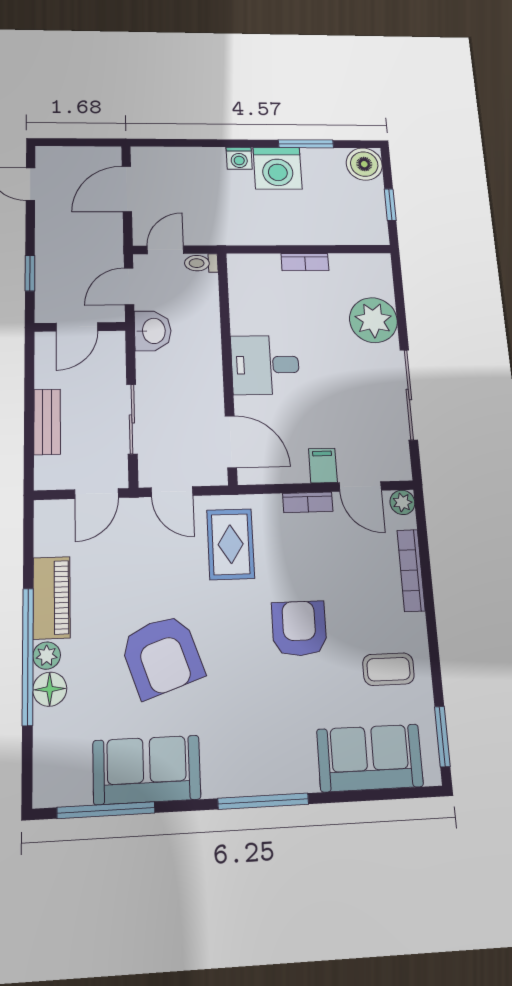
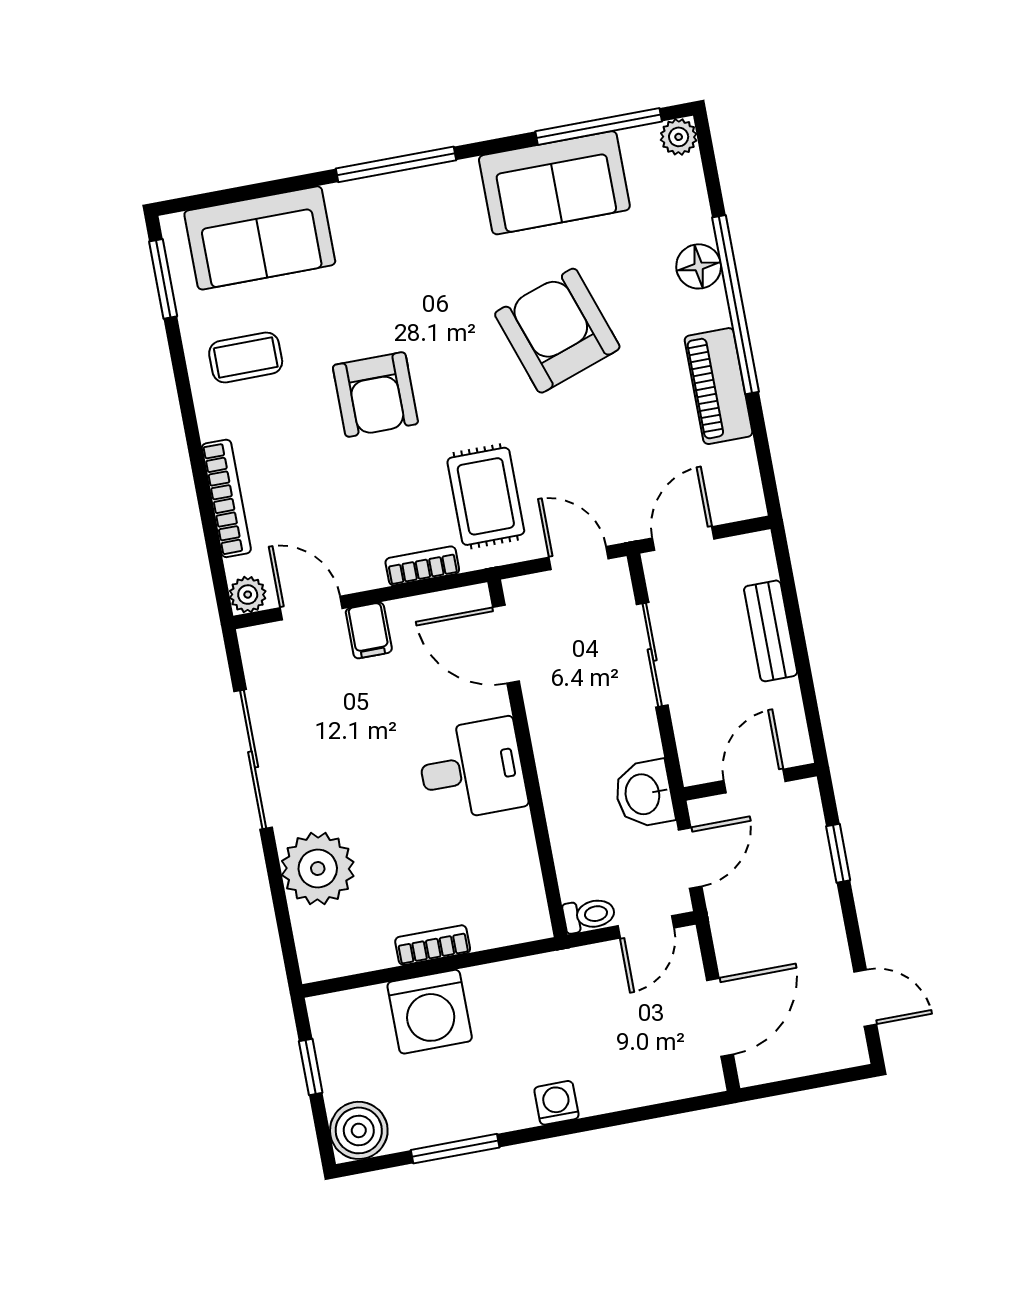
washing machine: (278, 168) -> (430, 1012), moved, turned 180
bookcase: (308, 502) -> (422, 566), moved
plant: (47, 656) -> (679, 137), moved

